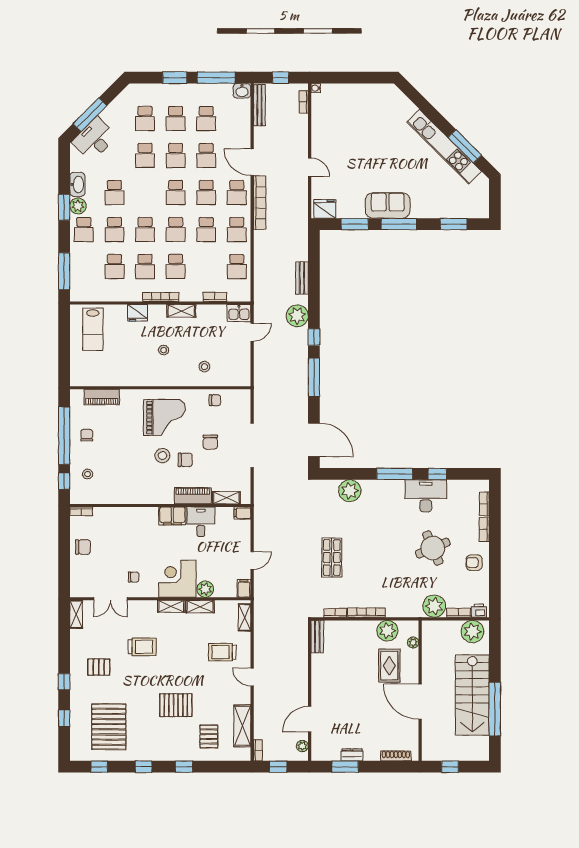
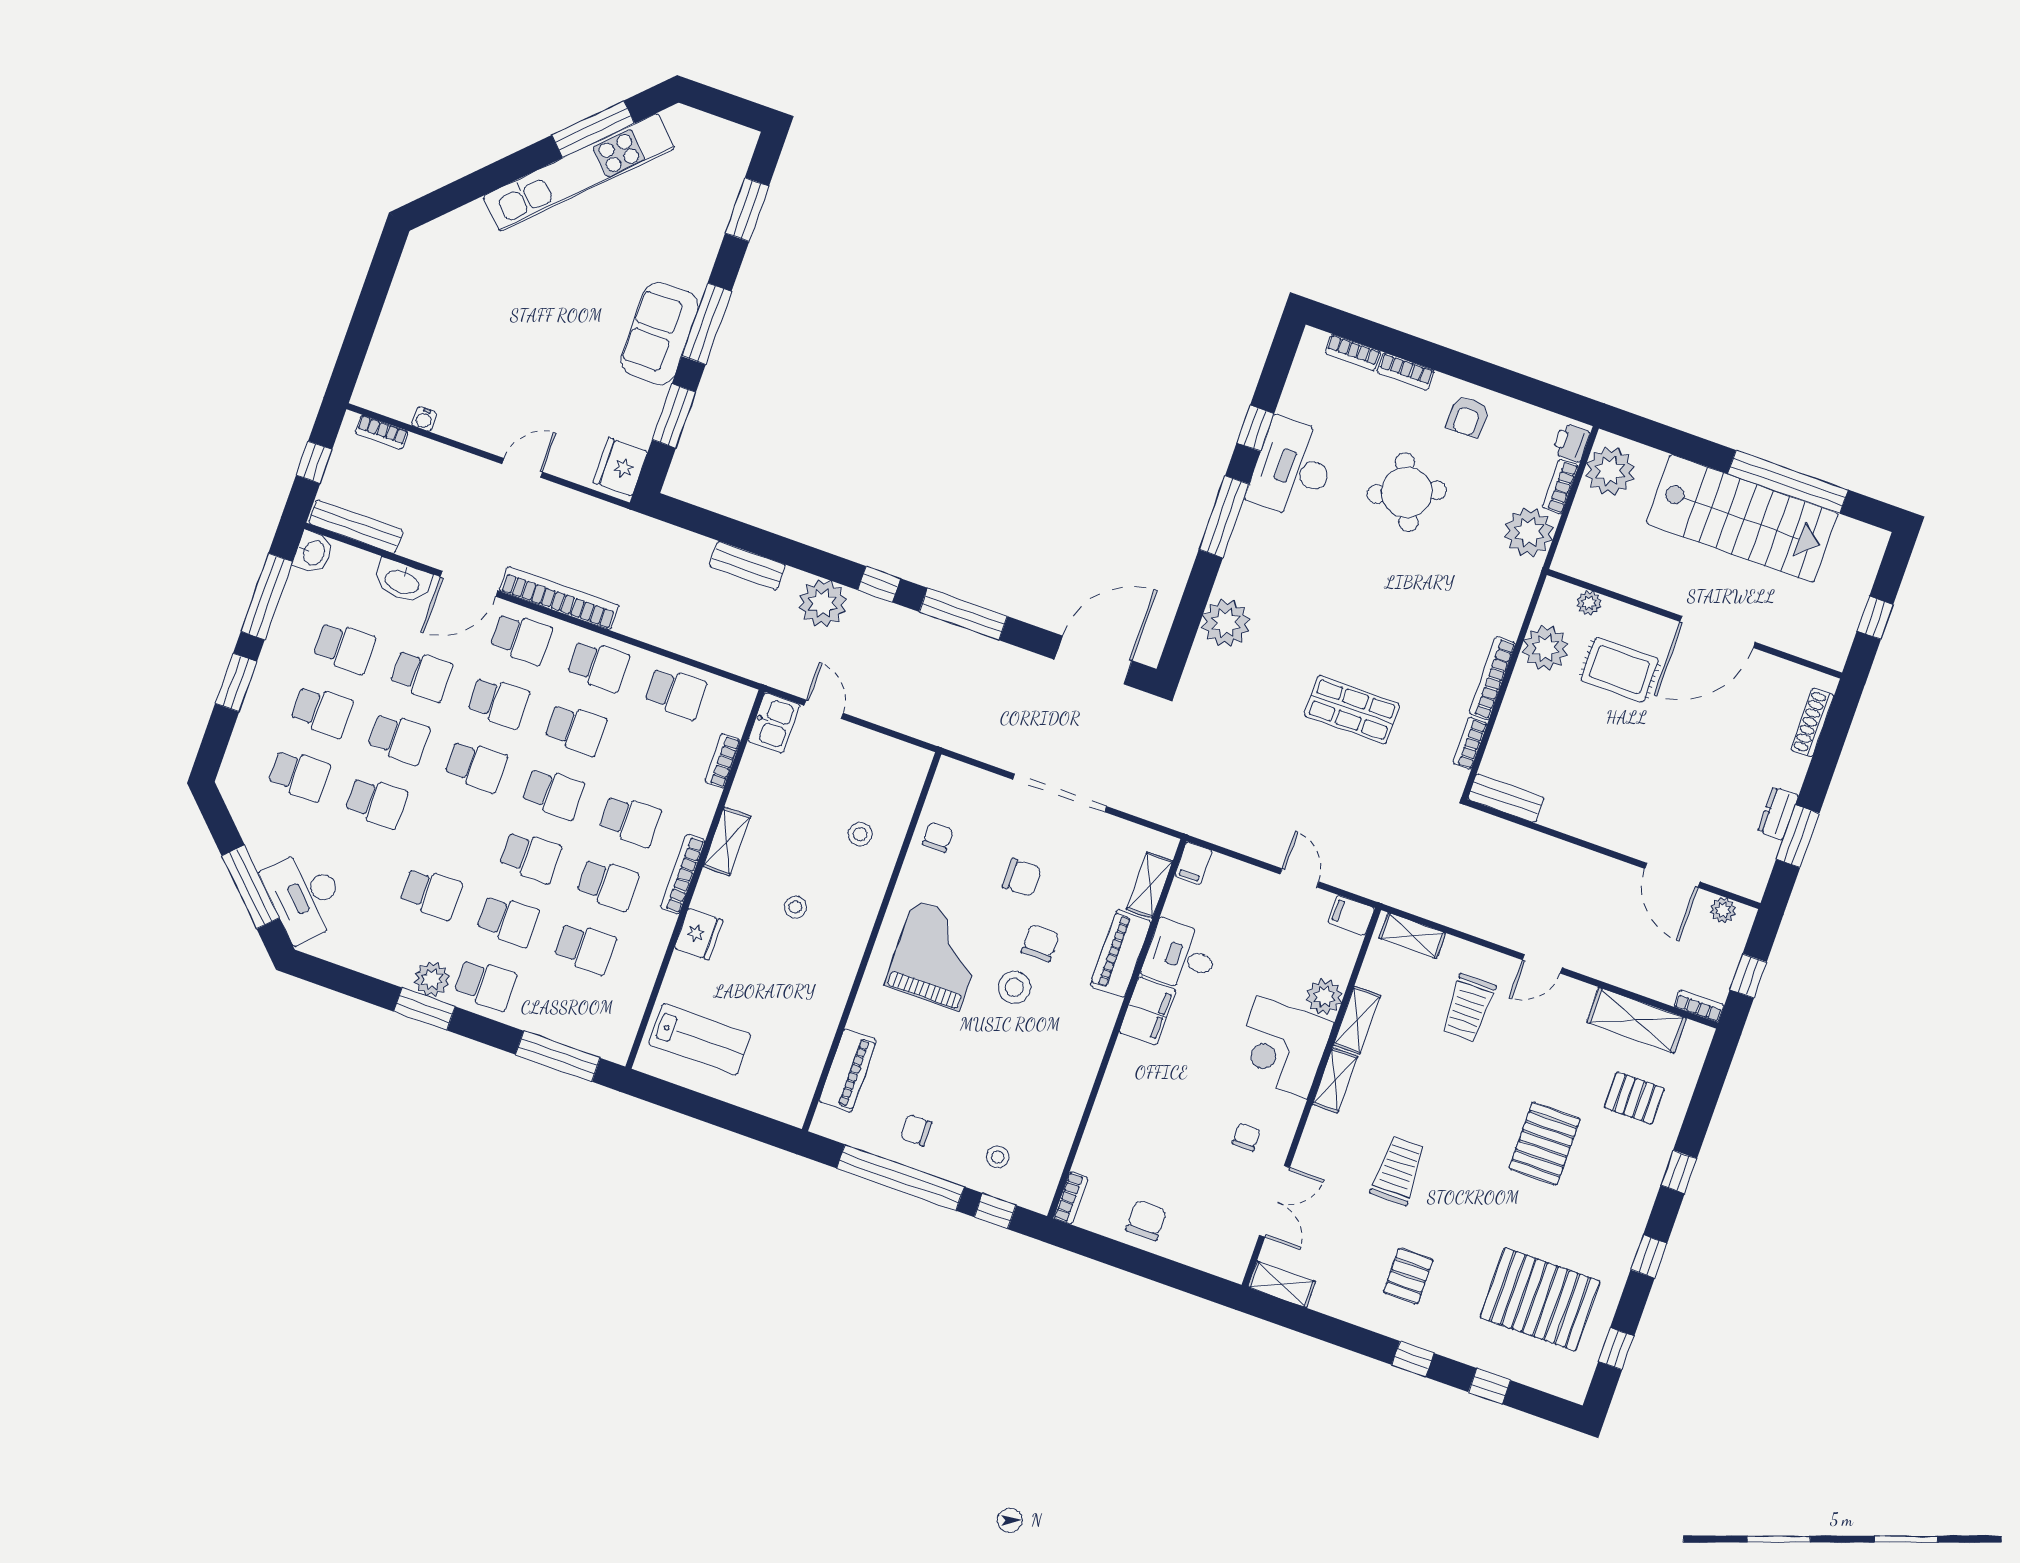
water cooler: (316, 88) -> (424, 419), moved
washbasin: (77, 184) -> (402, 581), moved, turned 180

